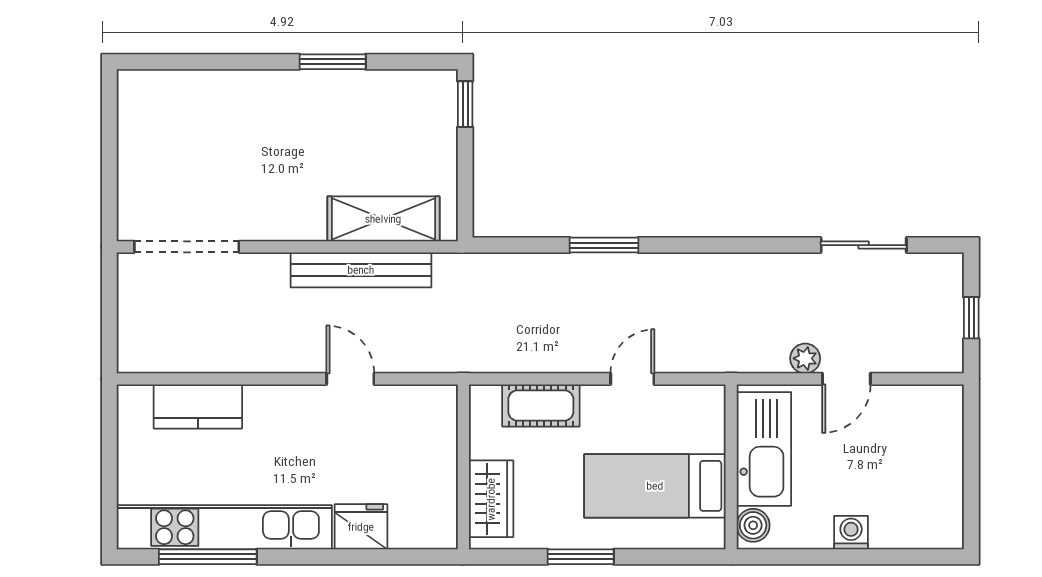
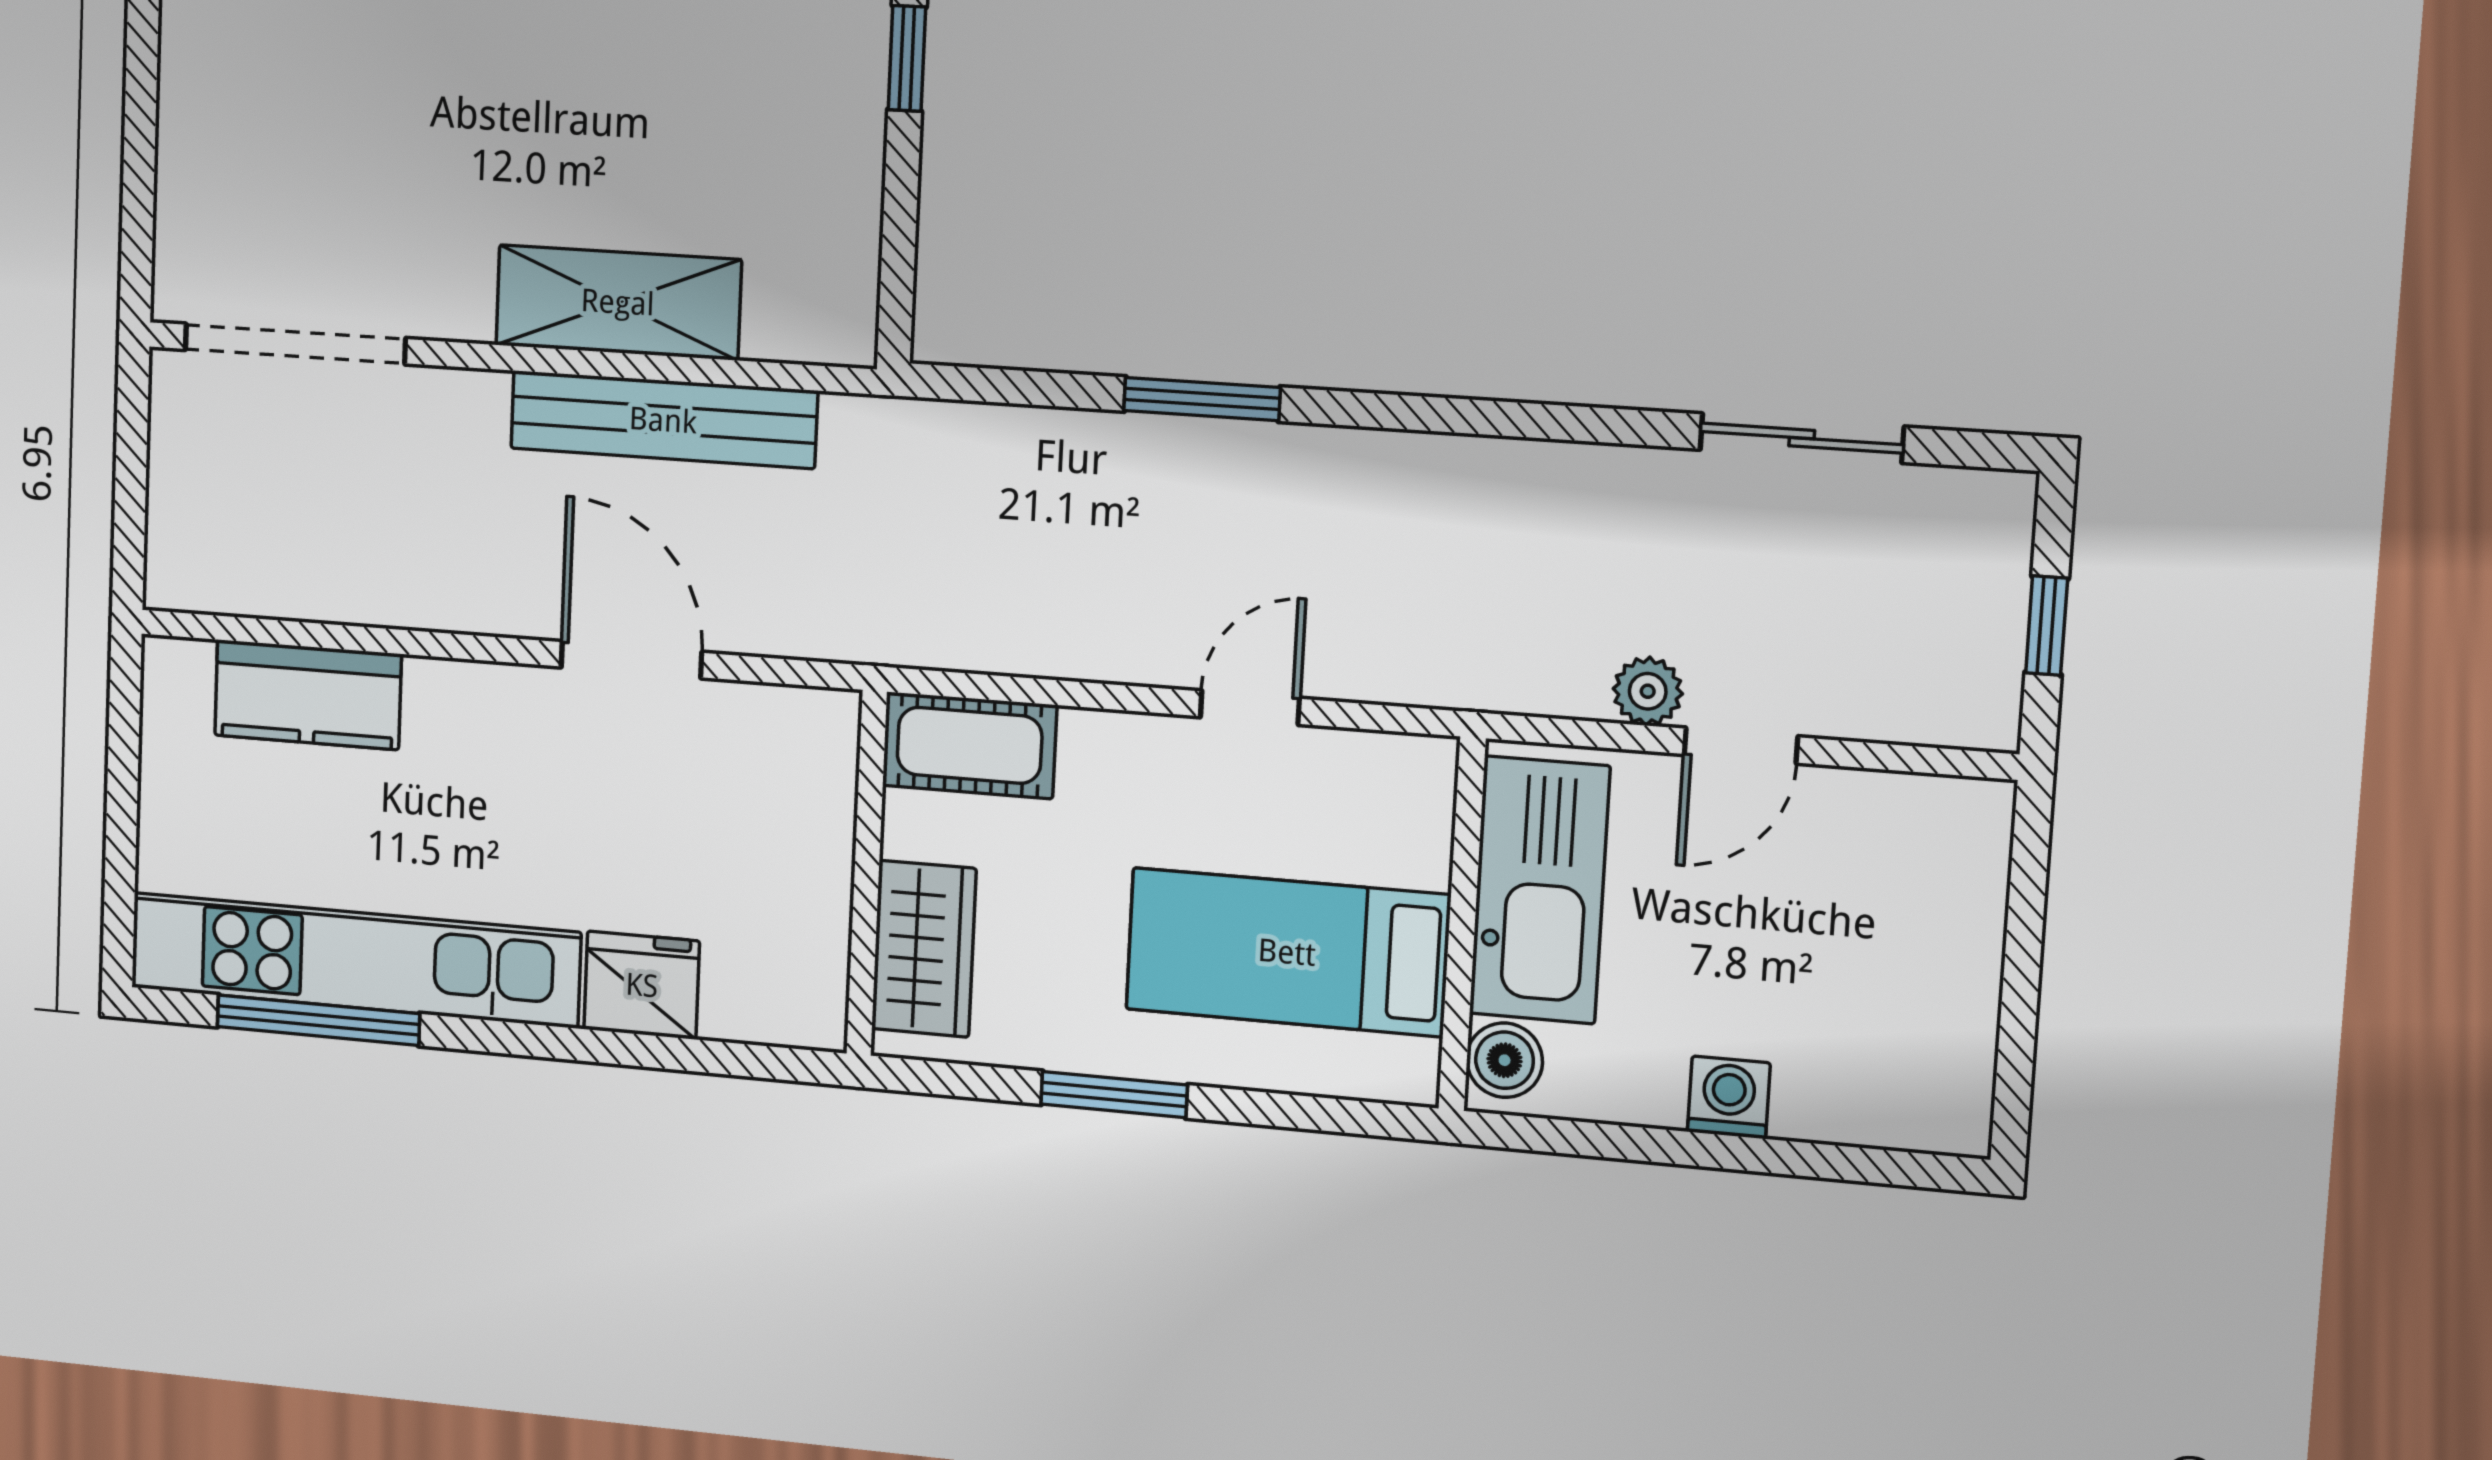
shelving: (383, 219) -> (618, 302), moved
door: (350, 379) -> (631, 660), width x1.38
cot: (541, 405) -> (969, 745), moved

